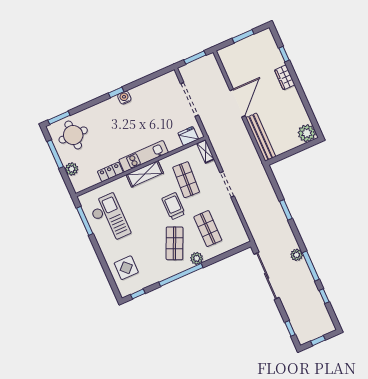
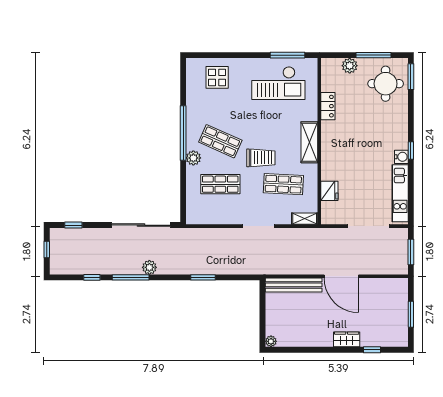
plant: (307, 133) -> (271, 341), width x0.53, depth x0.53
fridge: (188, 136) -> (329, 191), moved
kitchen unit: (144, 156) -> (400, 193), moved, turned 180
window: (138, 294) -> (183, 77), removed

